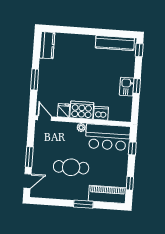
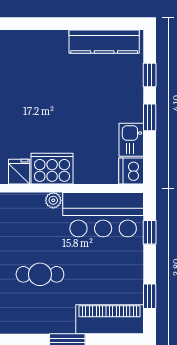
window: (139, 50) -> (150, 75), moved
kitchen sink: (127, 87) -> (131, 140), moved
dishwasher: (101, 113) -> (131, 171), moved, turned -90
cafe table: (71, 167) -> (40, 274), width x0.73, depth x0.74

